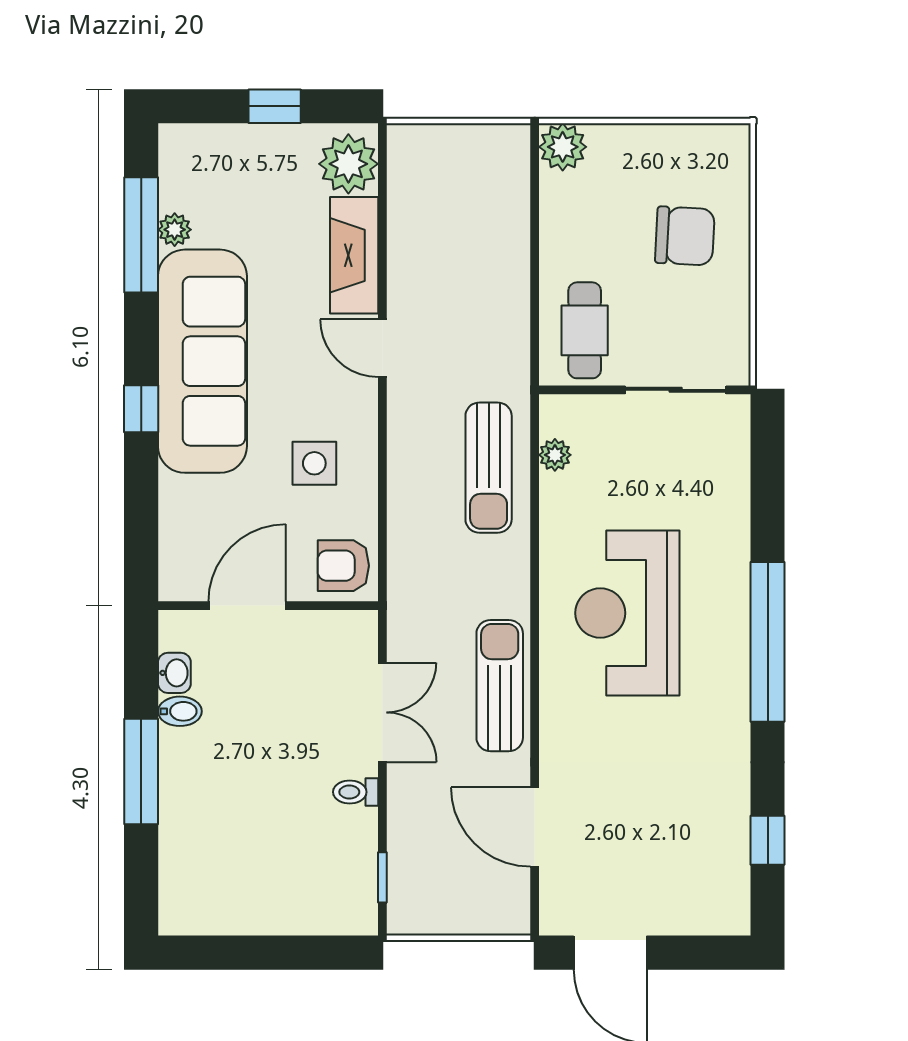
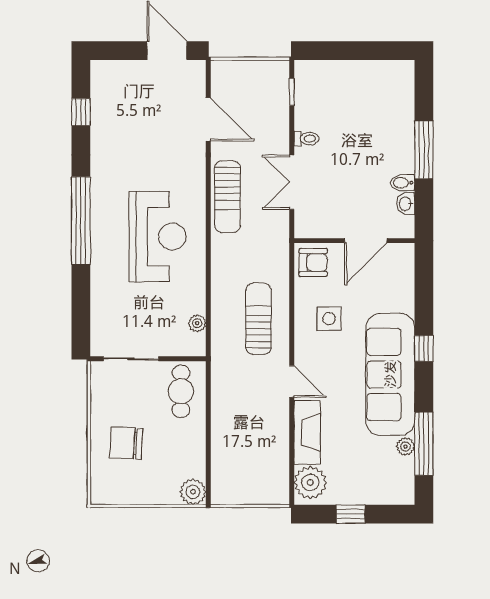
sun lounger: (489, 468) -> (259, 319), moved

